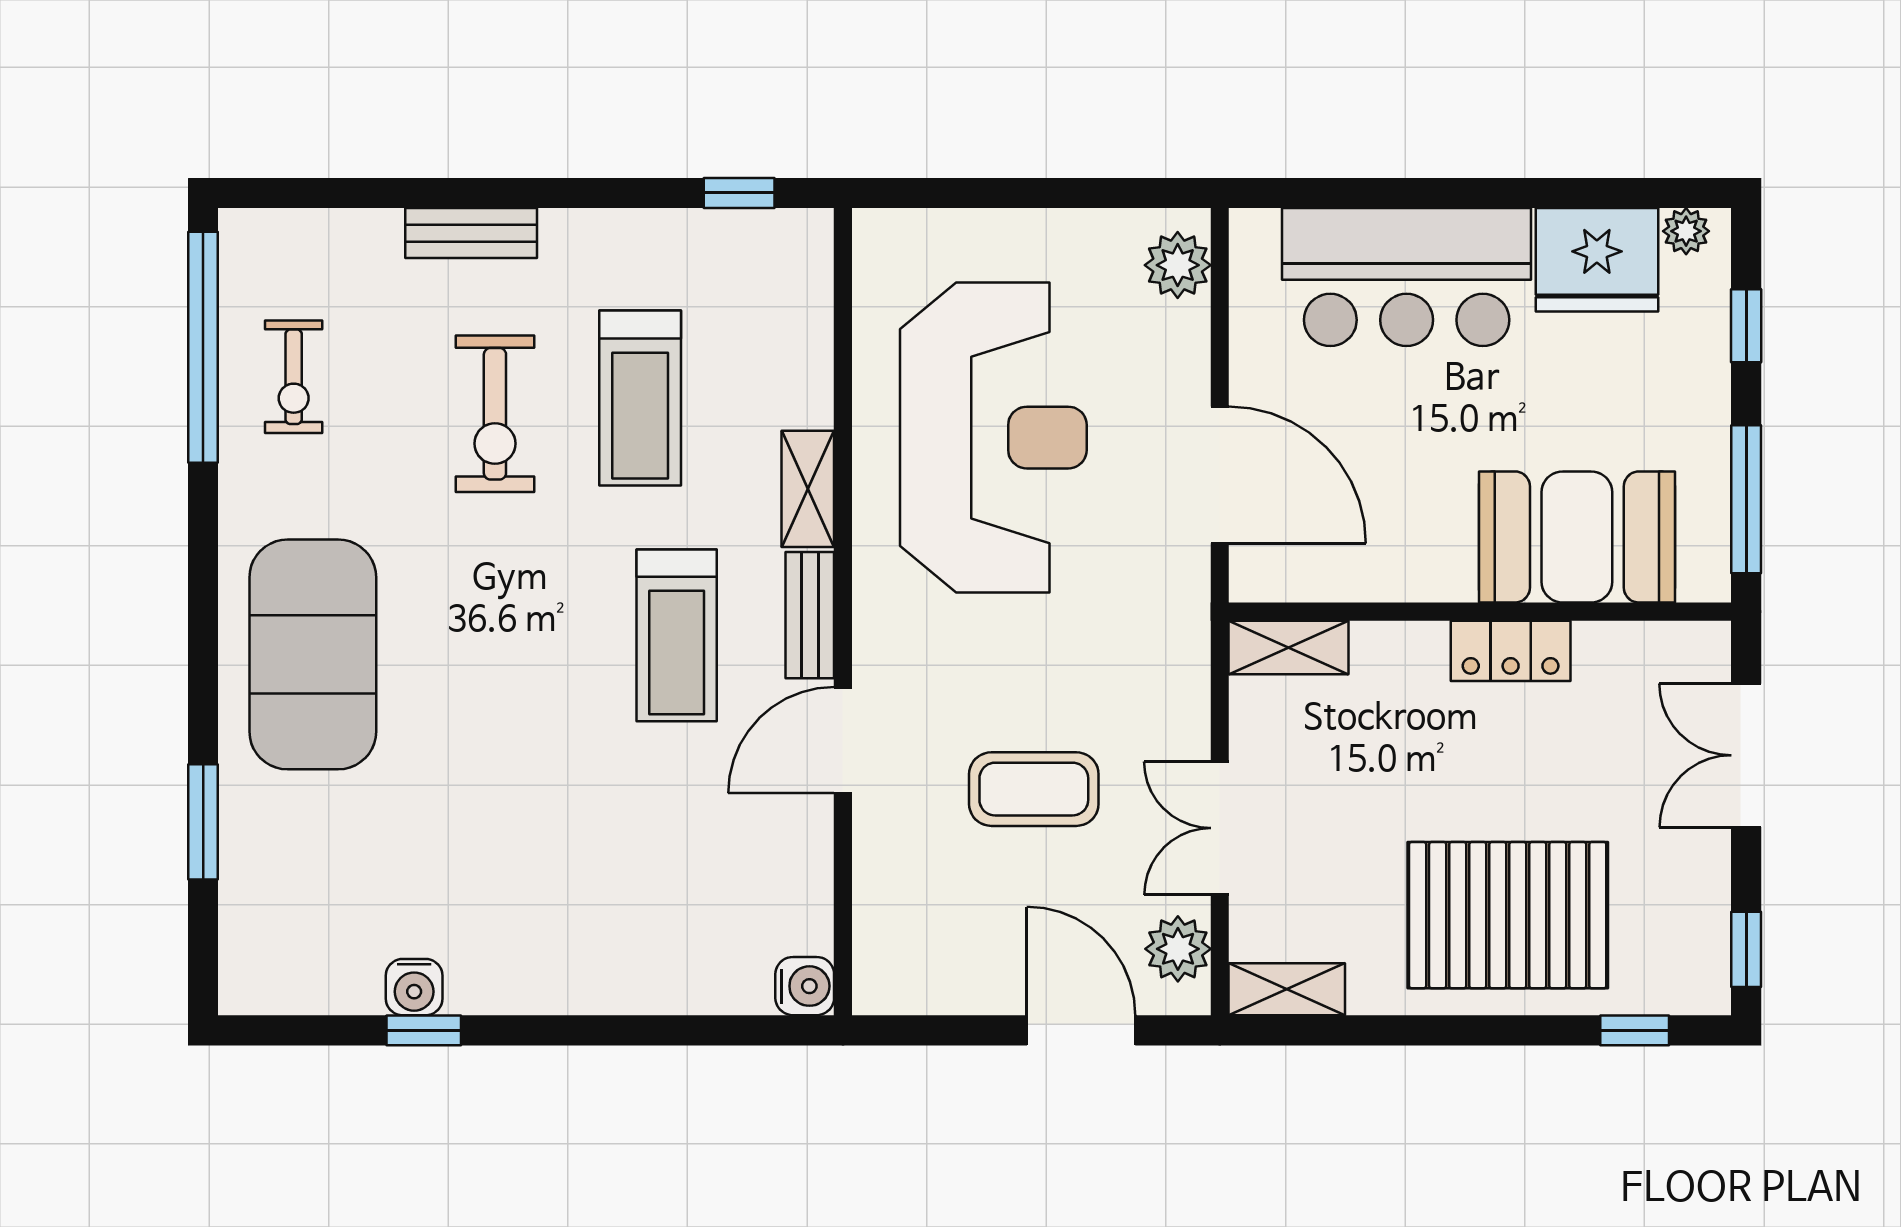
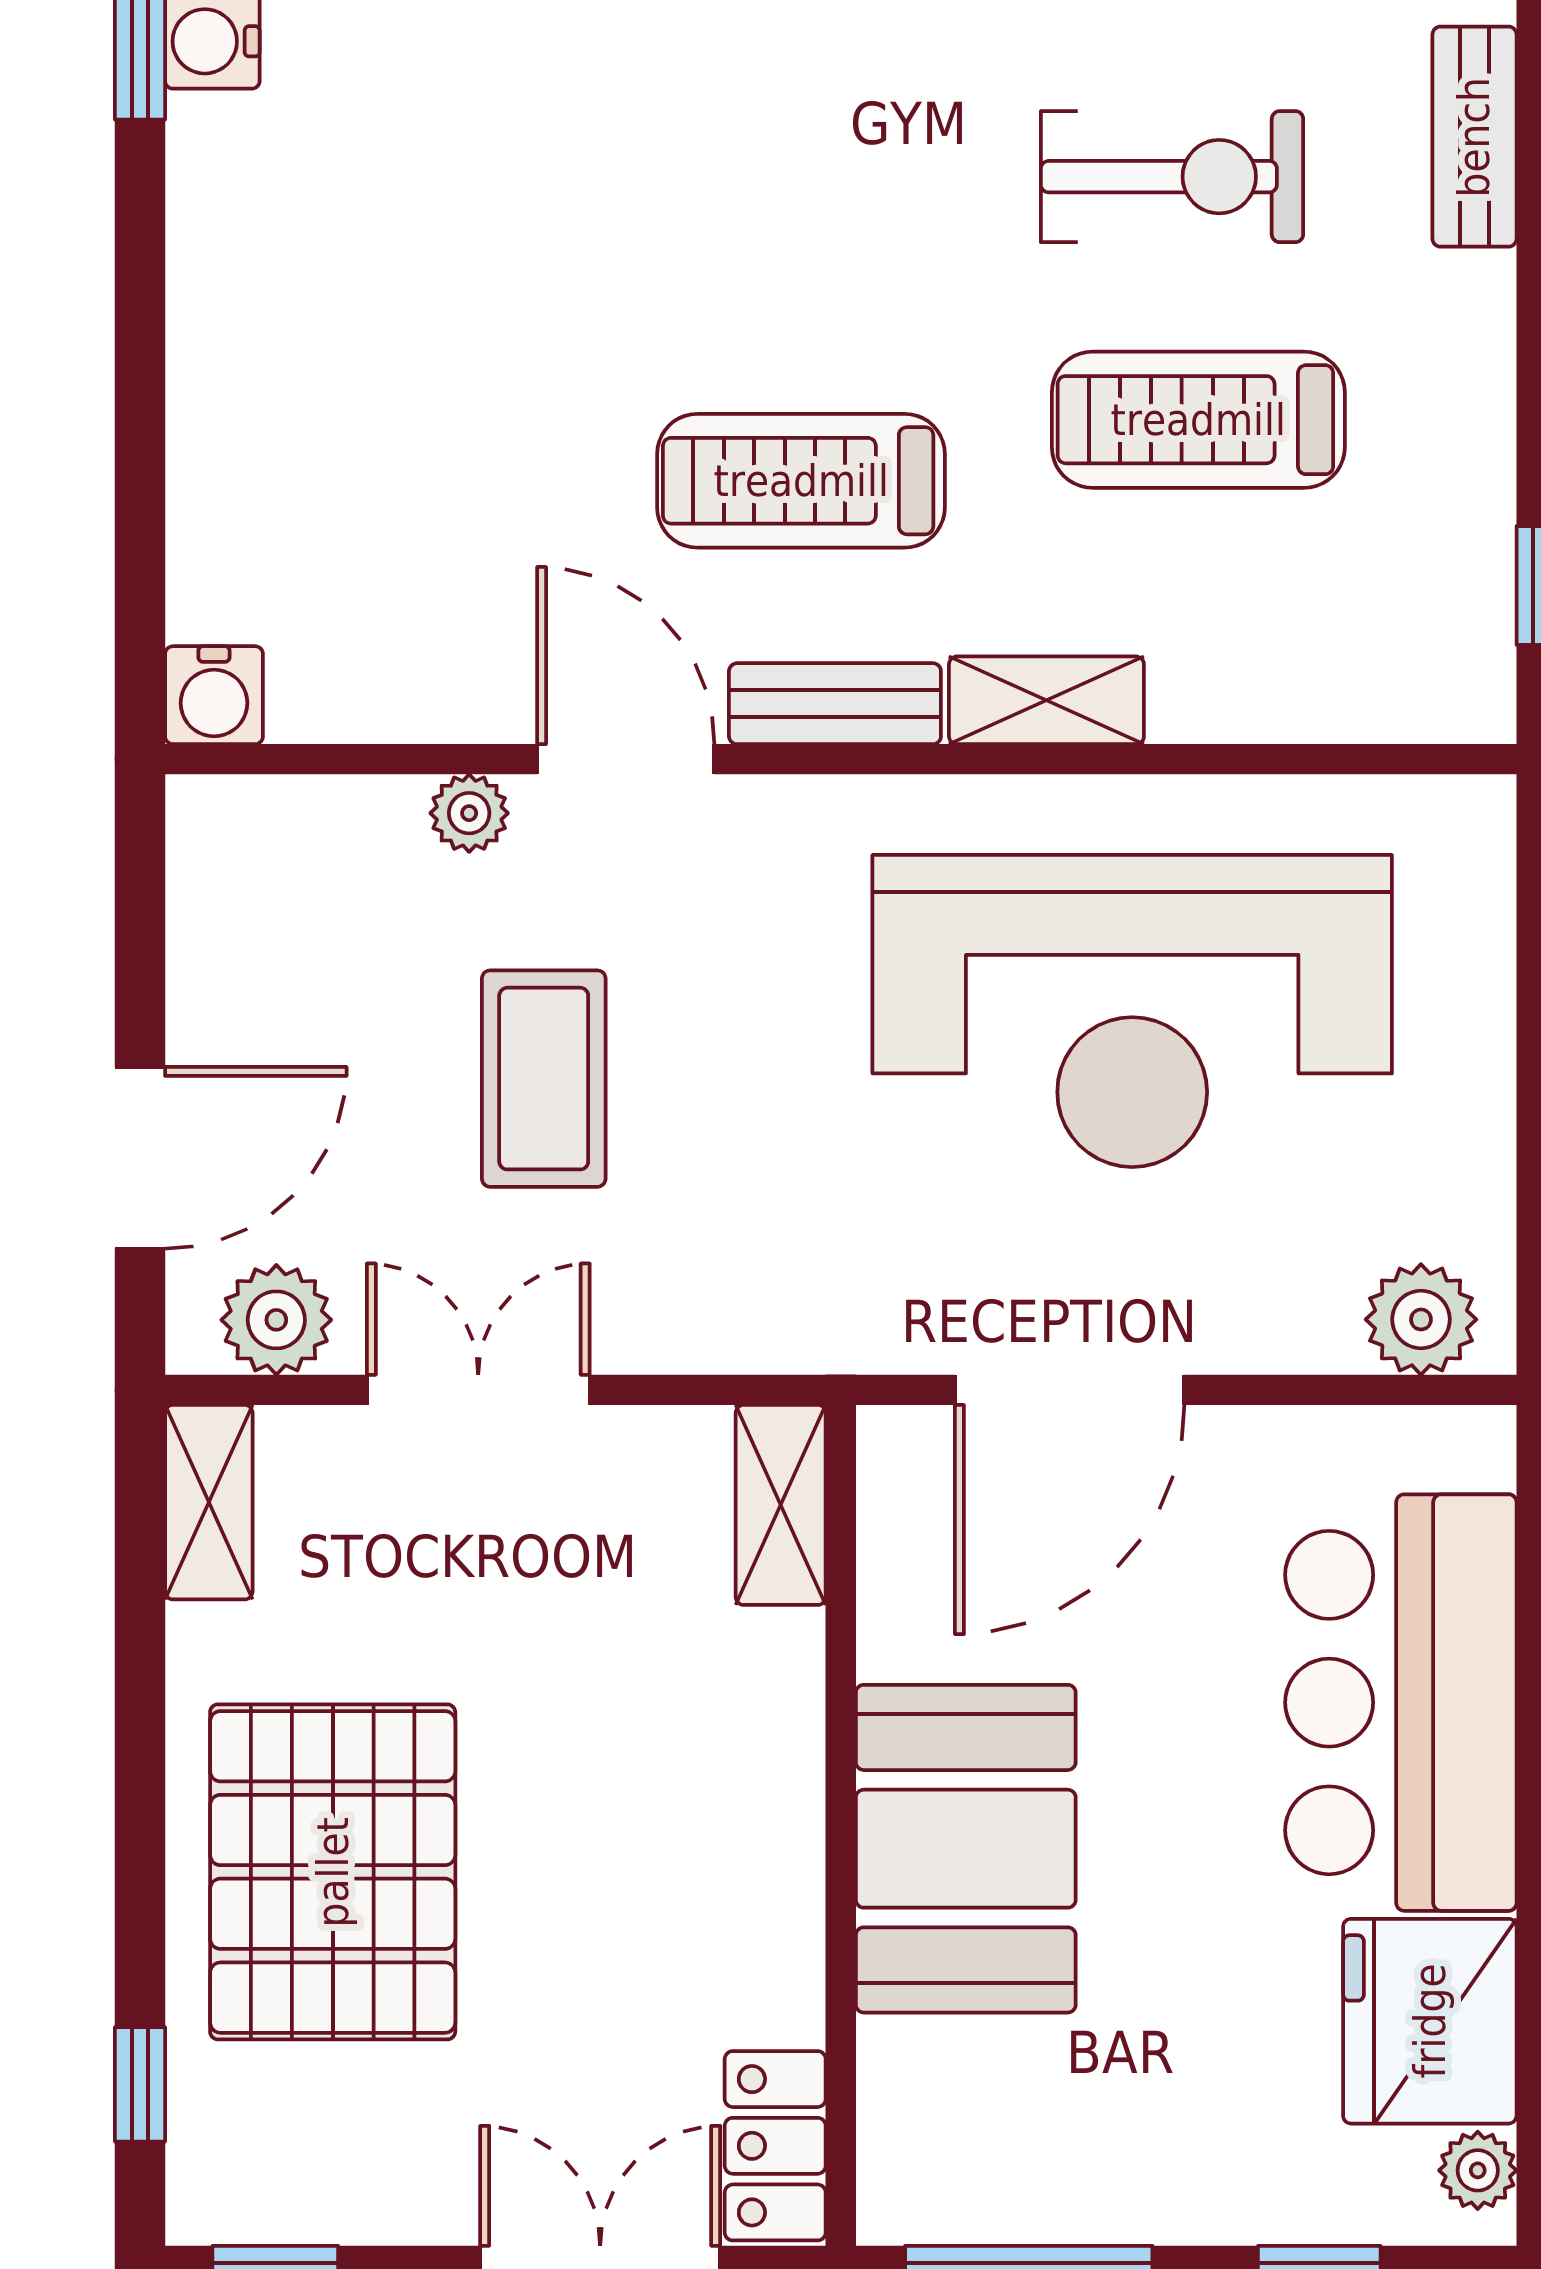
exercise bike: (495, 414) -> (1172, 177), turned 180
booth: (1577, 537) -> (966, 1849), moved
locker: (1511, 651) -> (775, 2146), moved
plant: (875, 834) -> (469, 813), added

